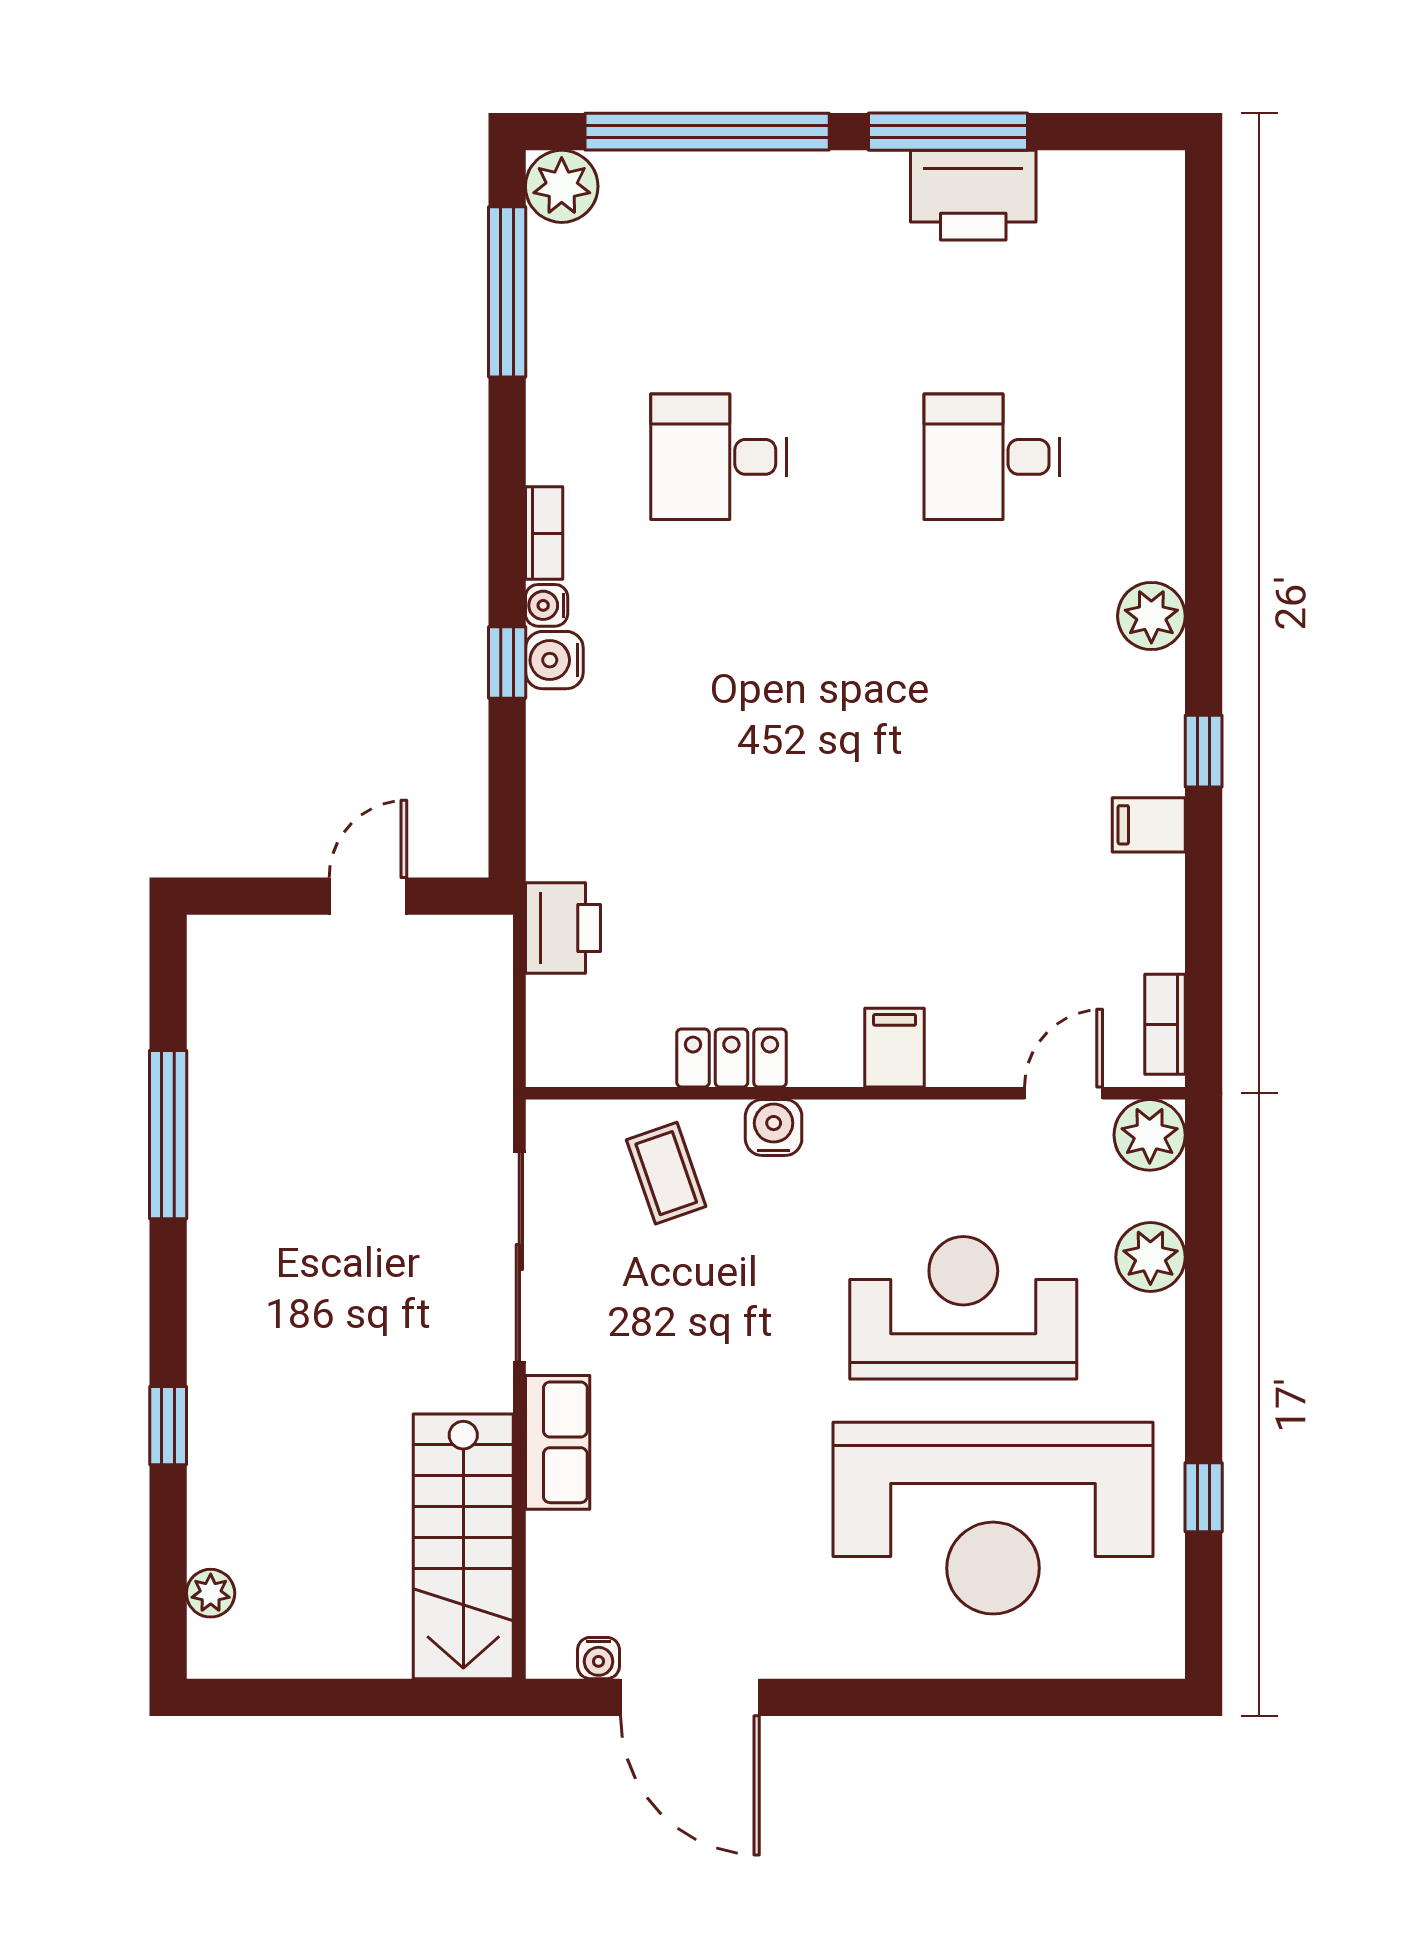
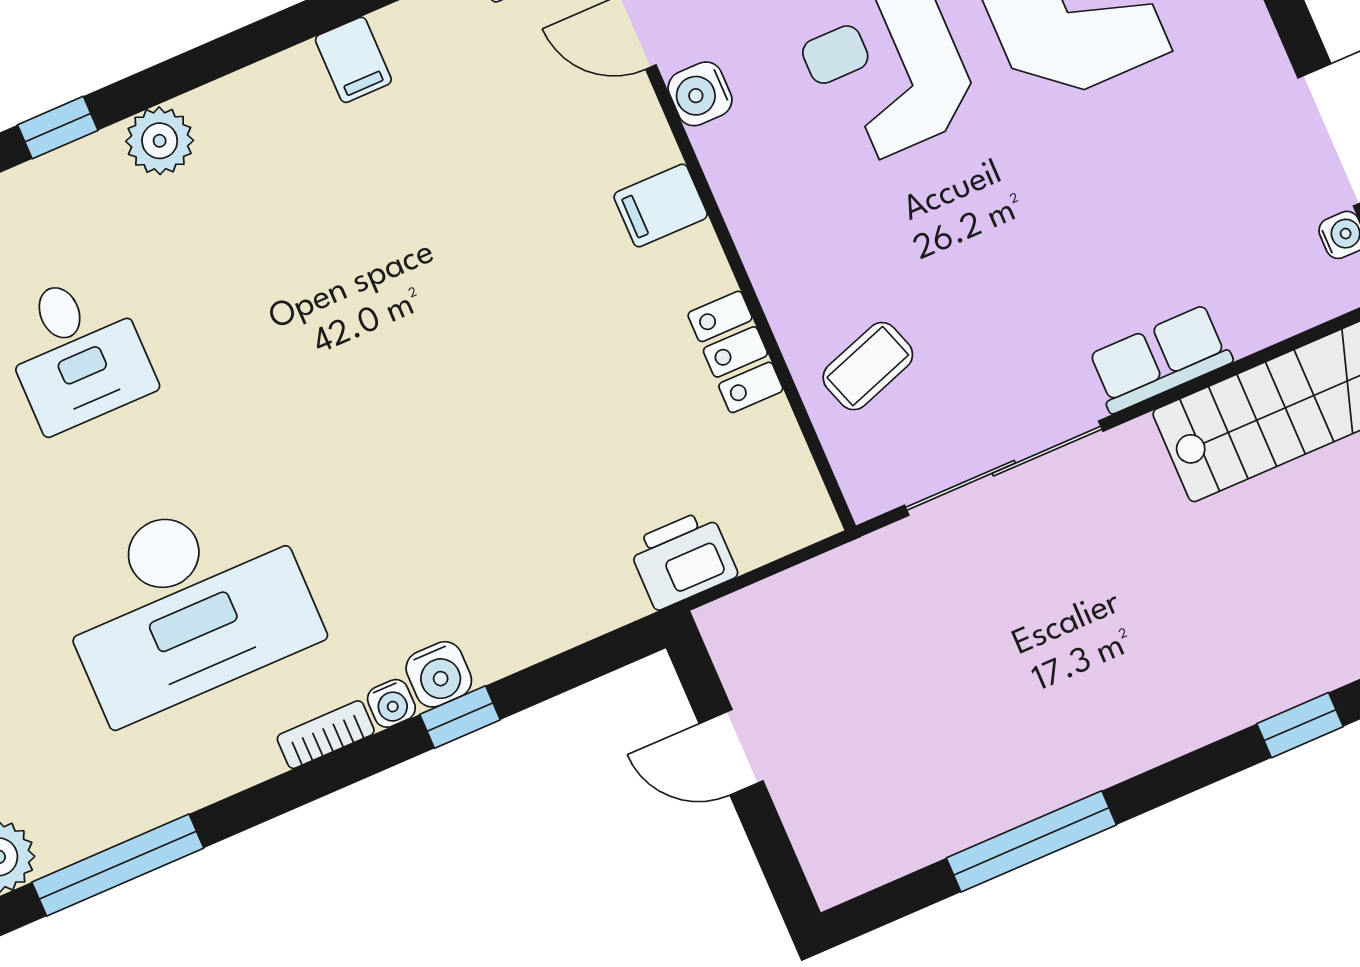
desk: (719, 457) -> (186, 604), width x1.87, depth x1.30
window: (1204, 751) -> (58, 128), moved
water cooler: (774, 1128) -> (700, 94), moved

